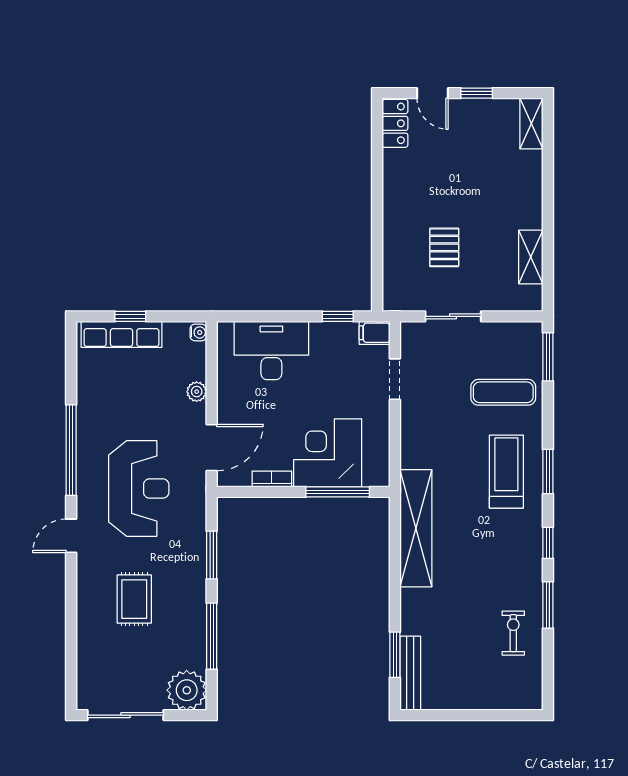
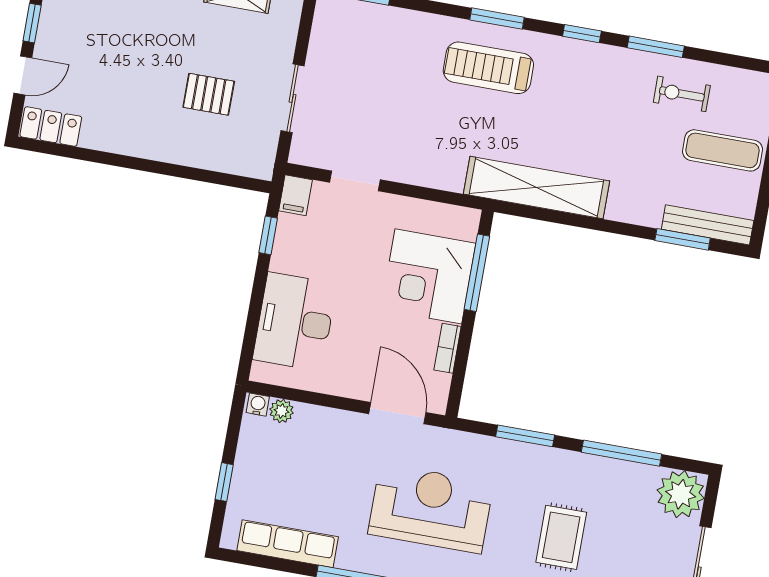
row of seats: (122, 334) -> (288, 544), moved, turned -90
plant: (197, 392) -> (282, 411), moved
exercise mat: (503, 392) -> (723, 150), moved, turned 90
rug: (134, 599) -> (561, 537), turned 90

